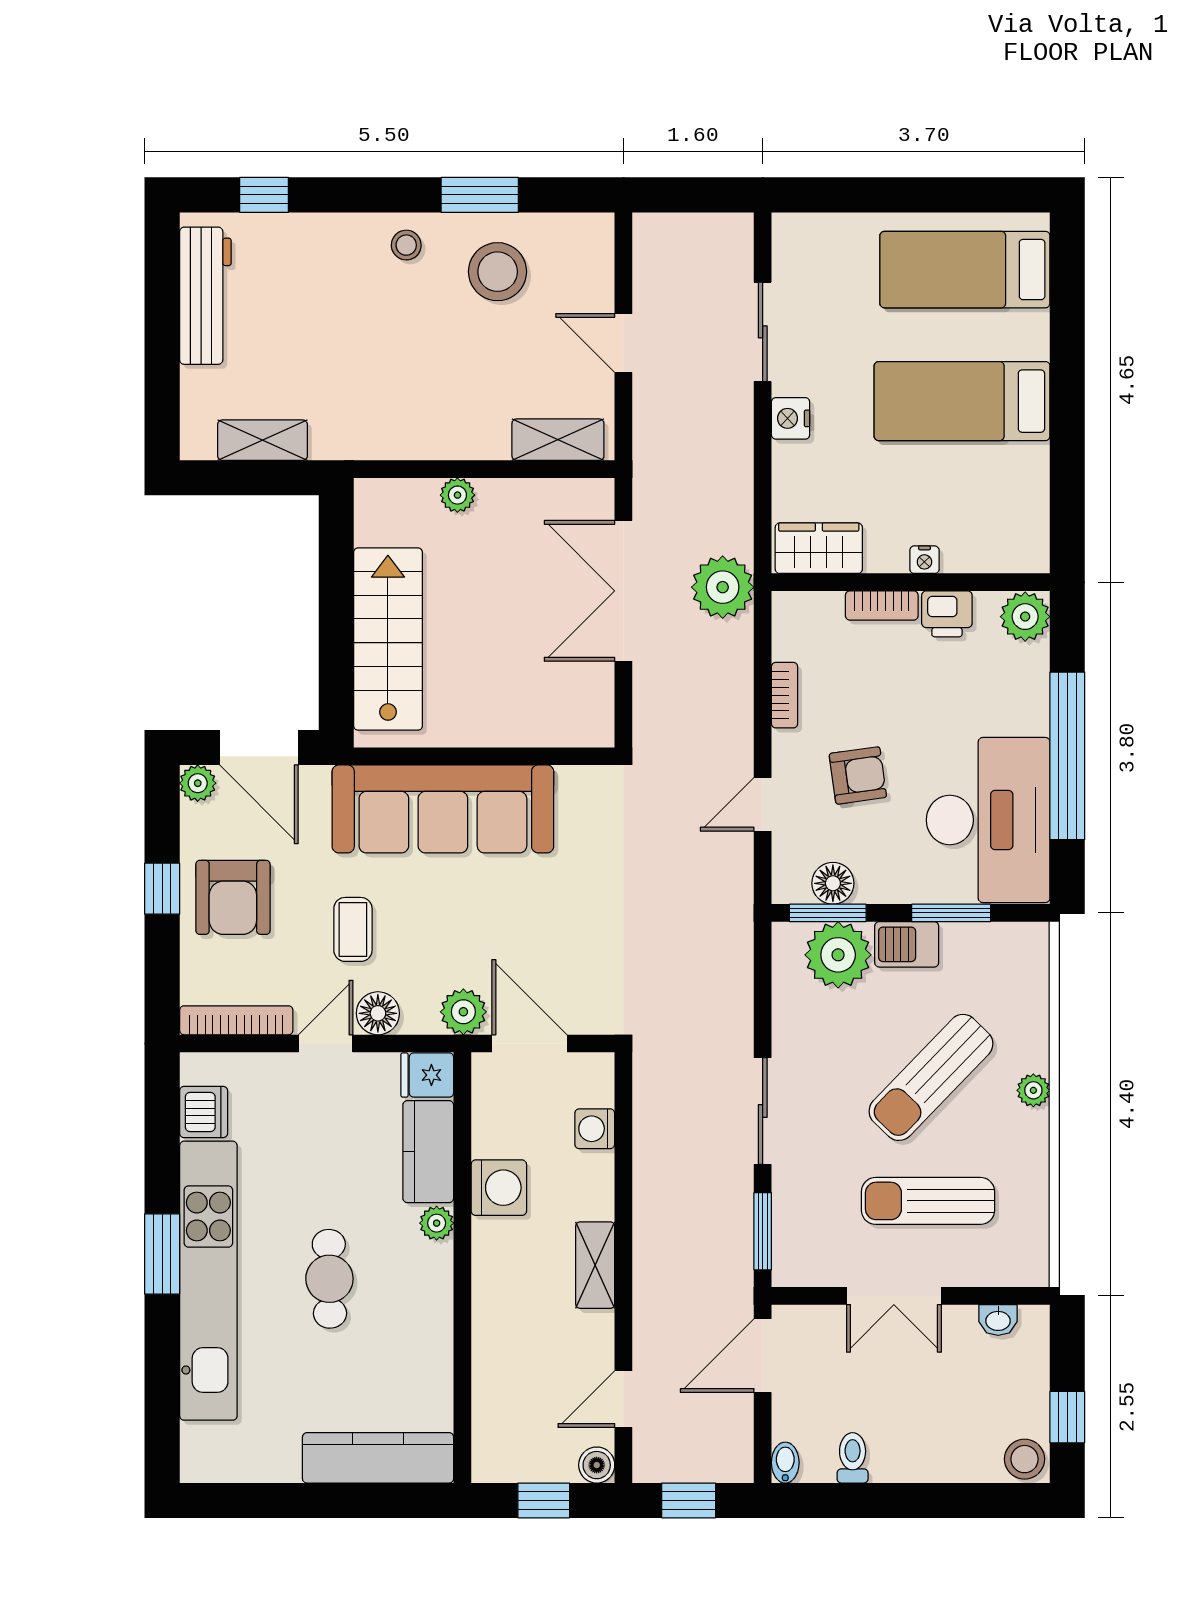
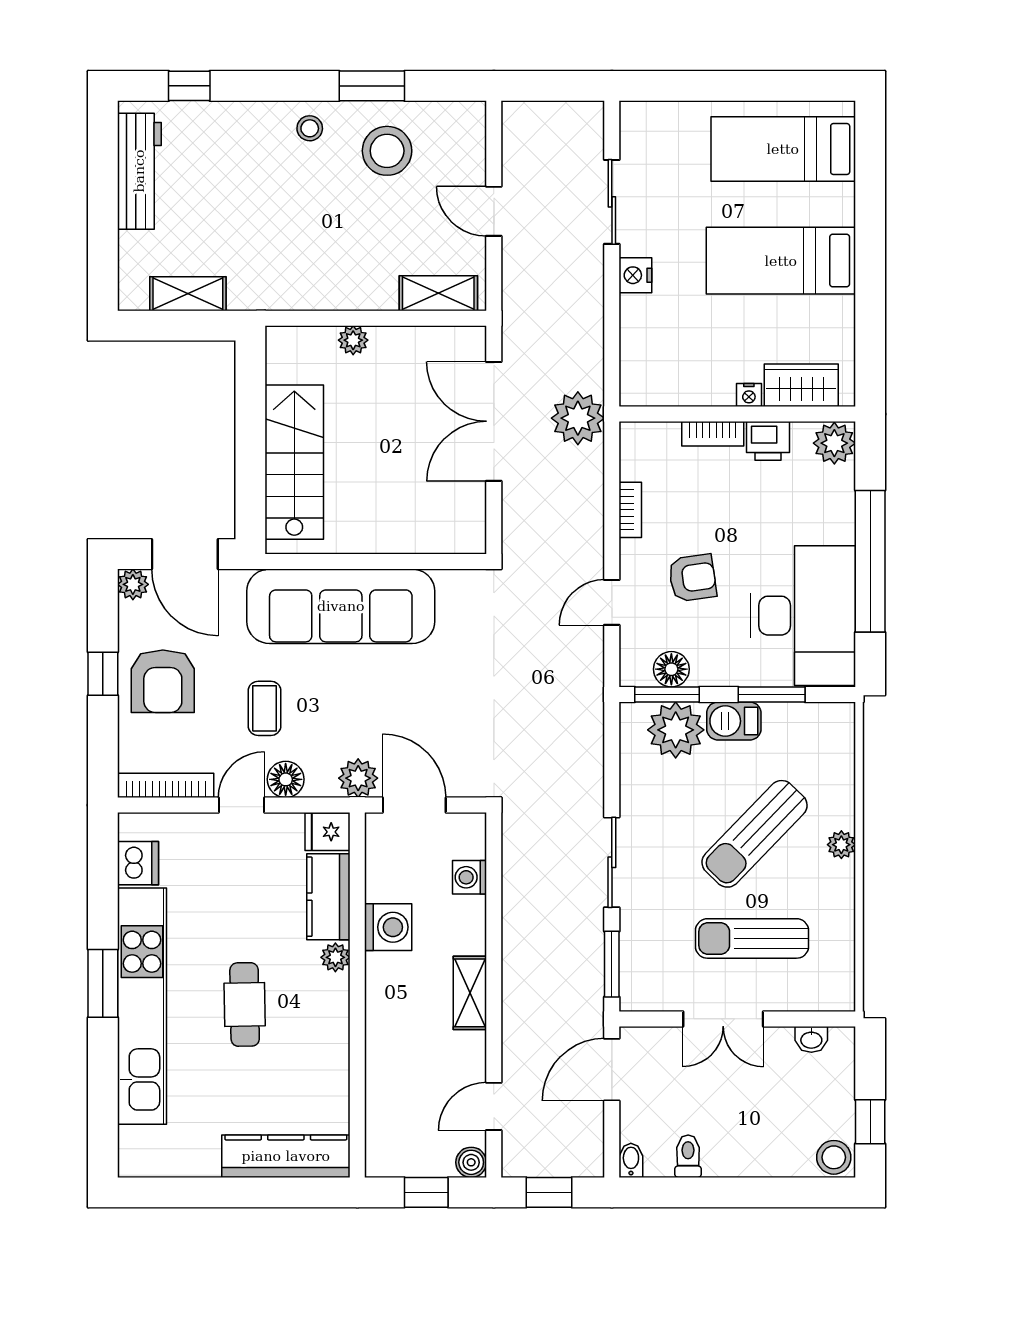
wardrobe: (819, 548) -> (801, 385), moved

